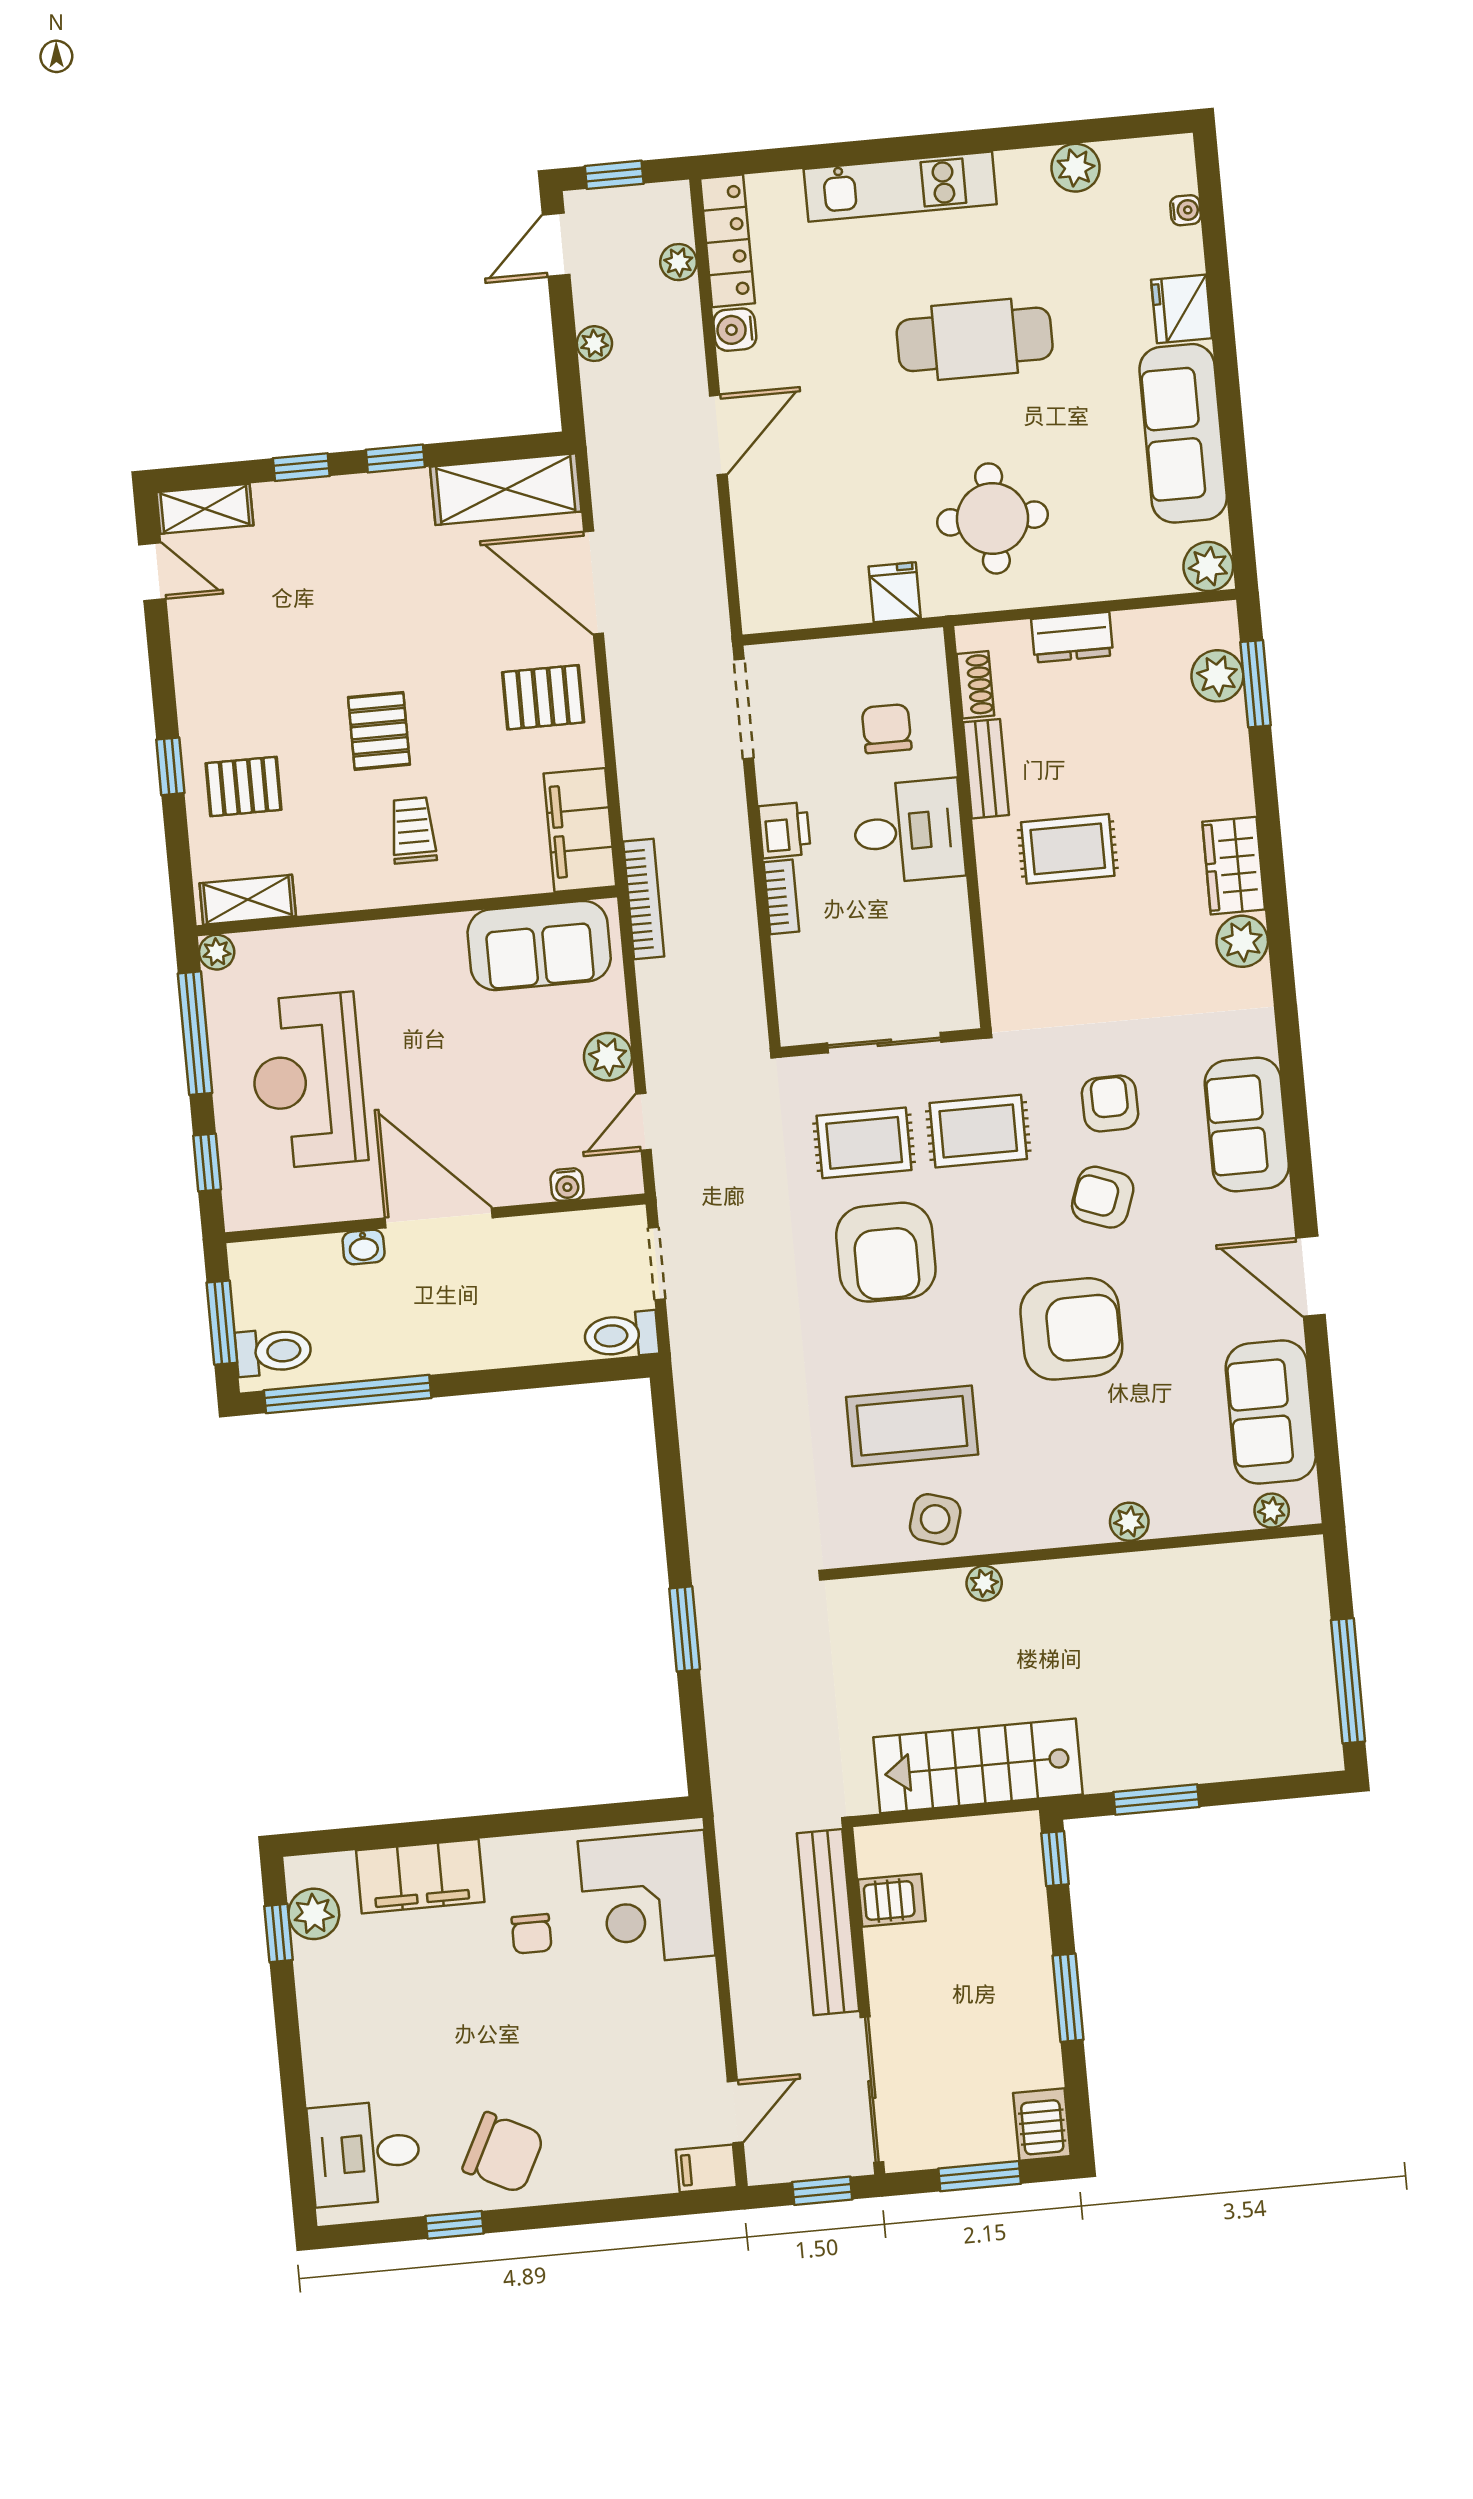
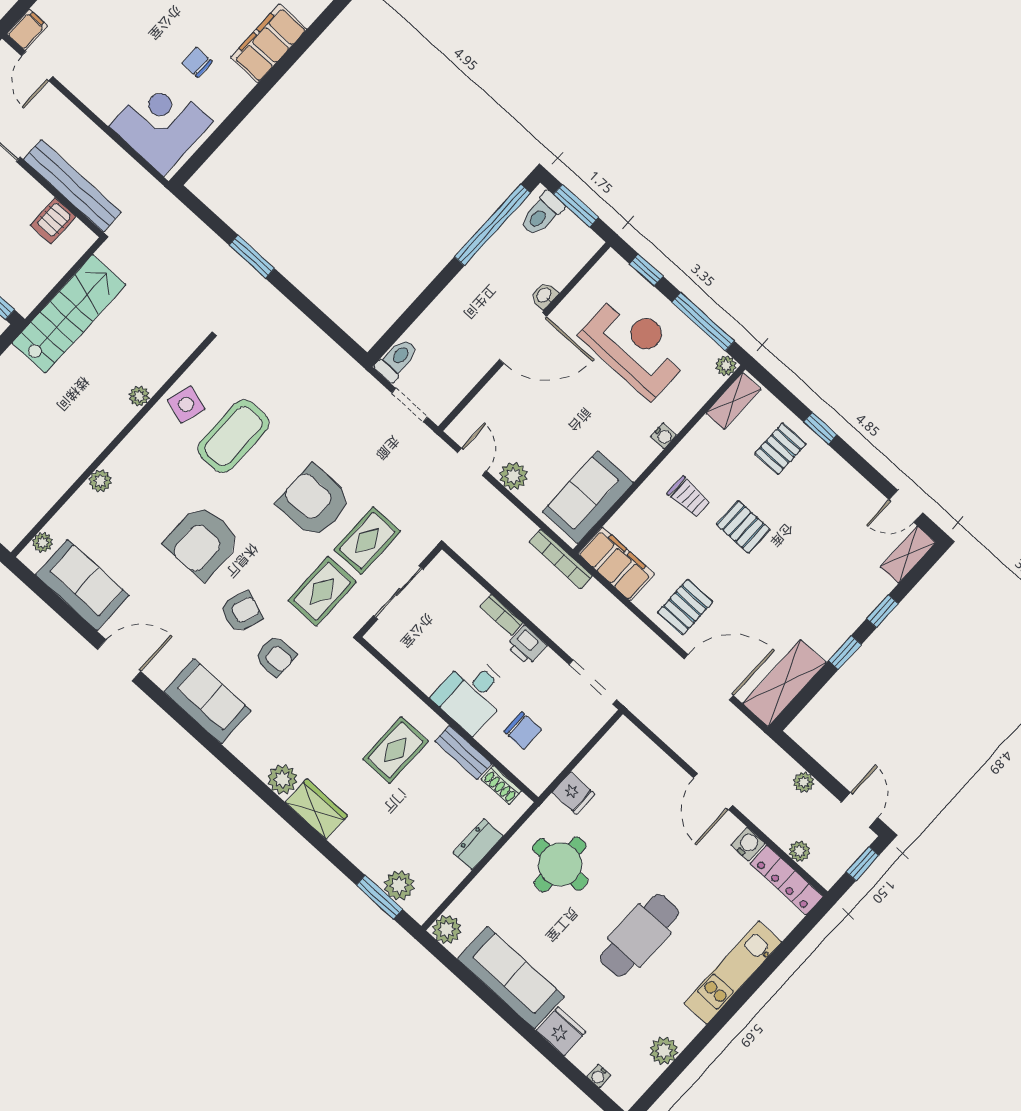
water cooler: (567, 1185) -> (663, 436), moved, turned 180

